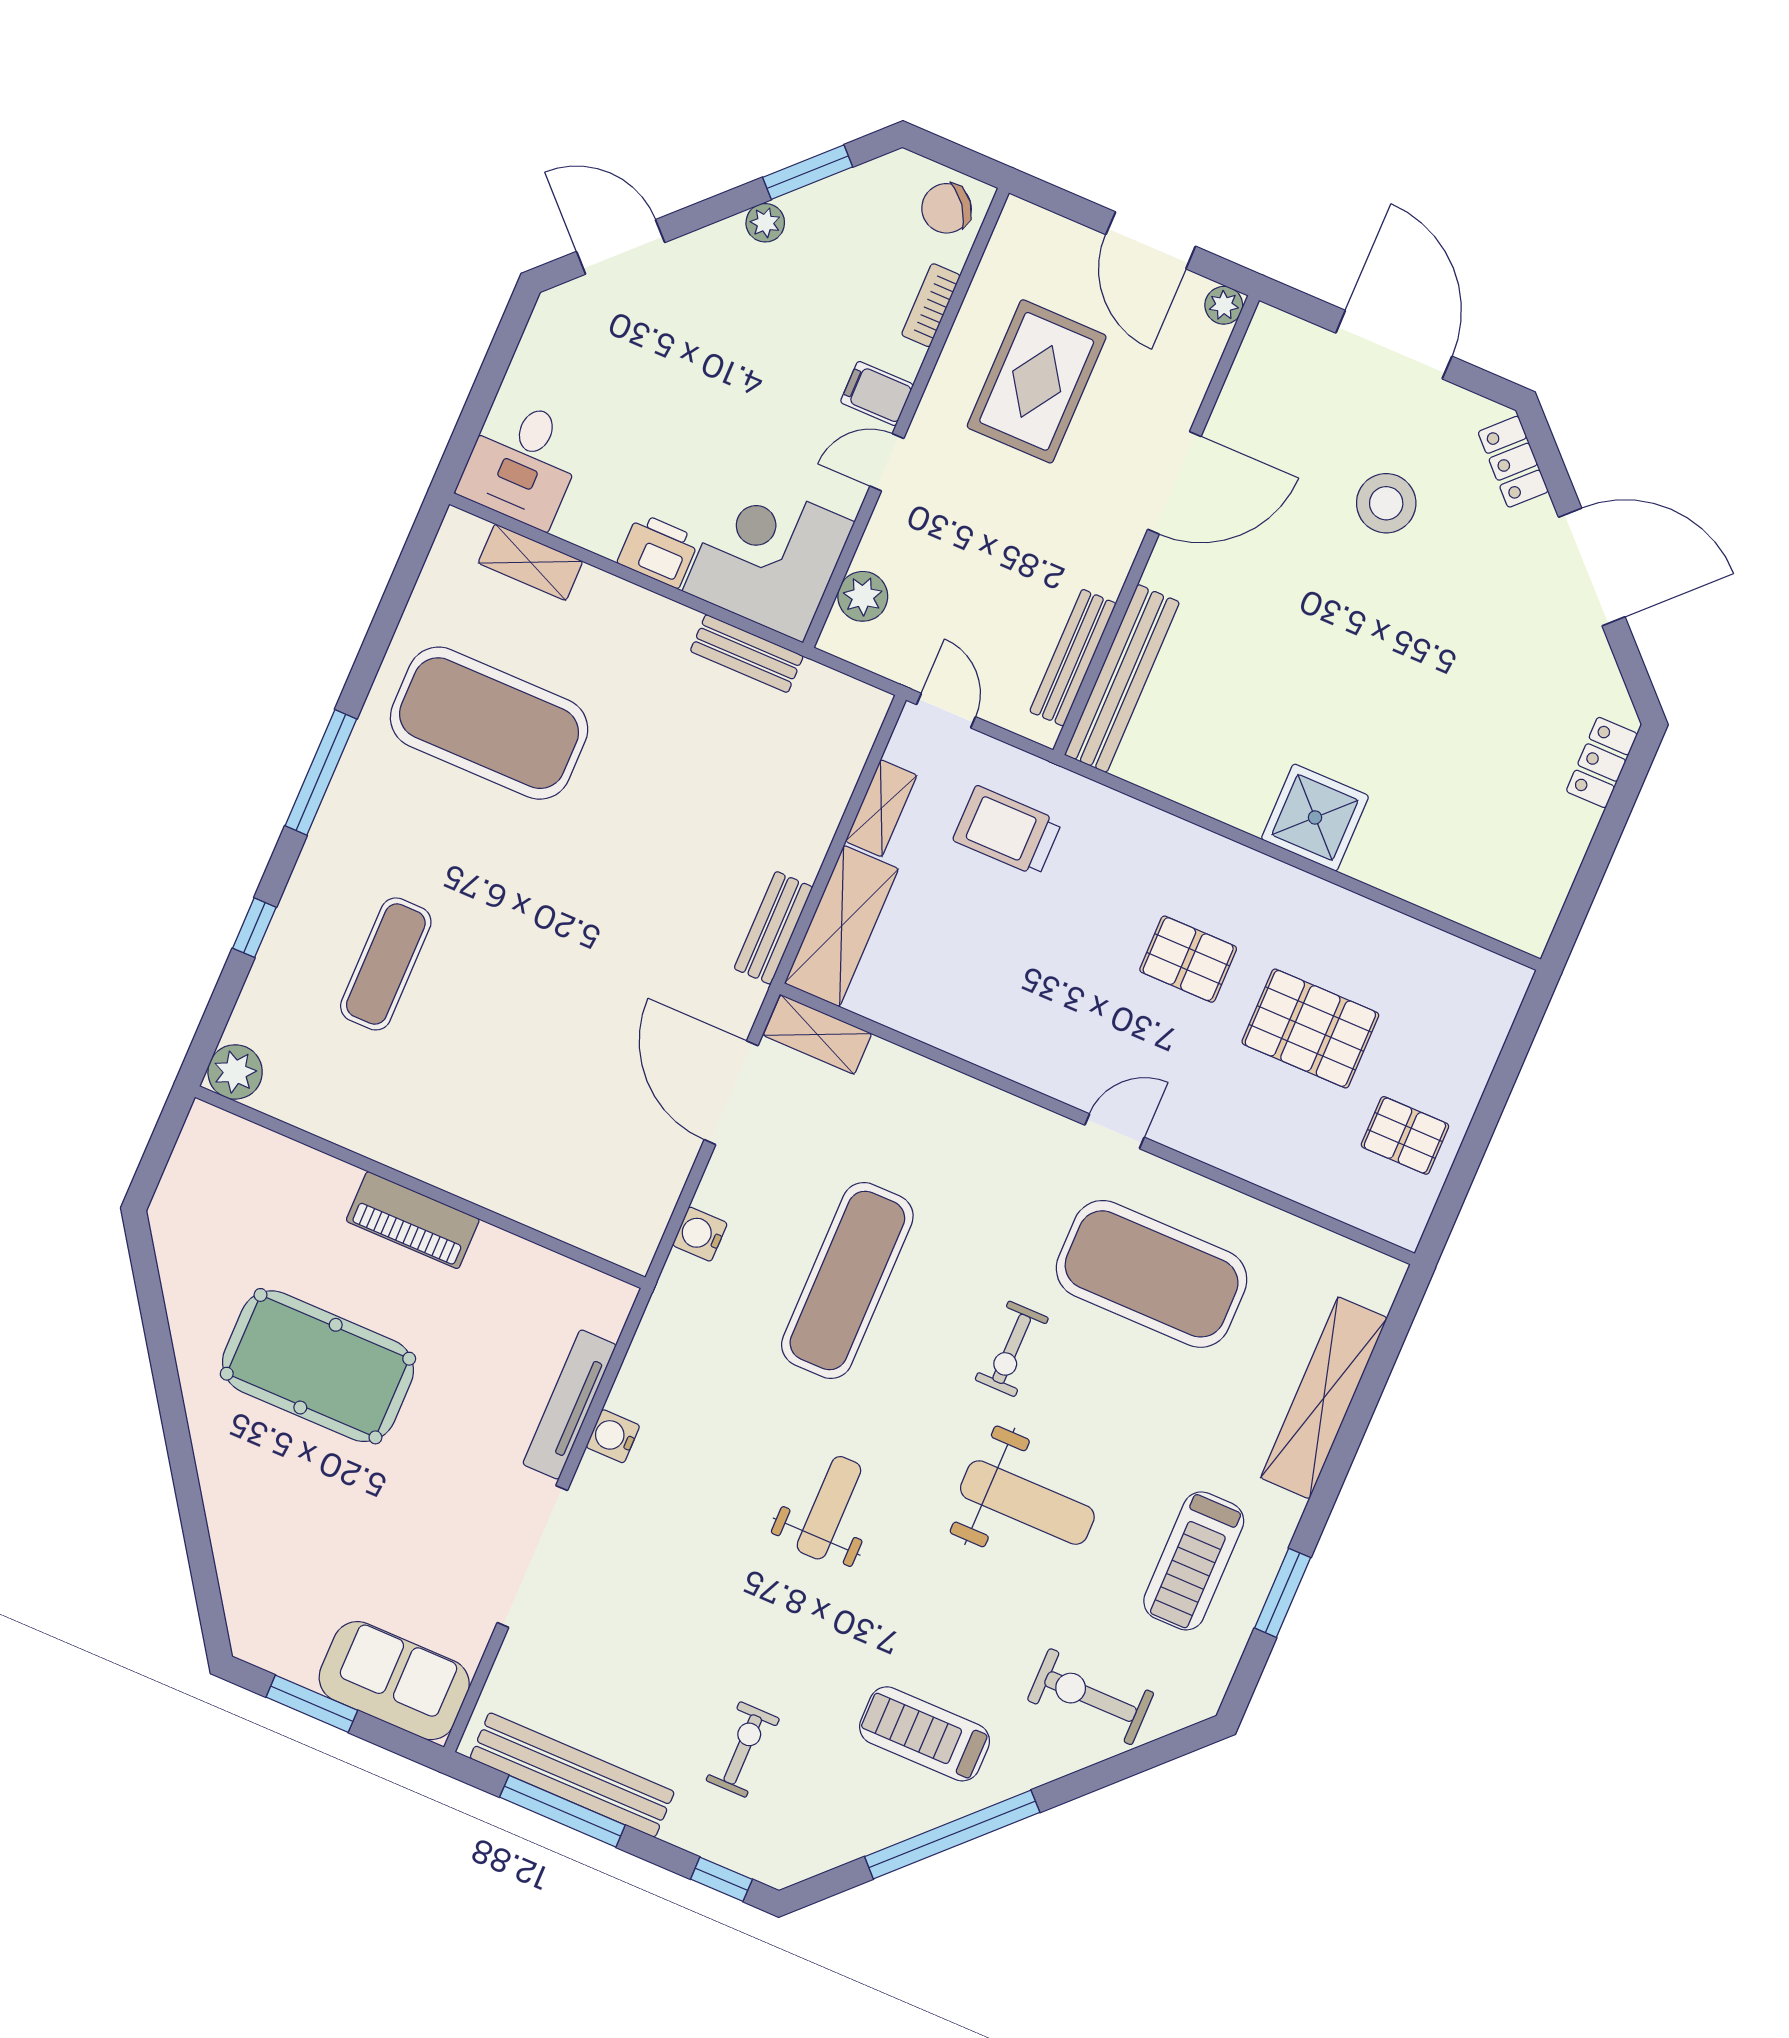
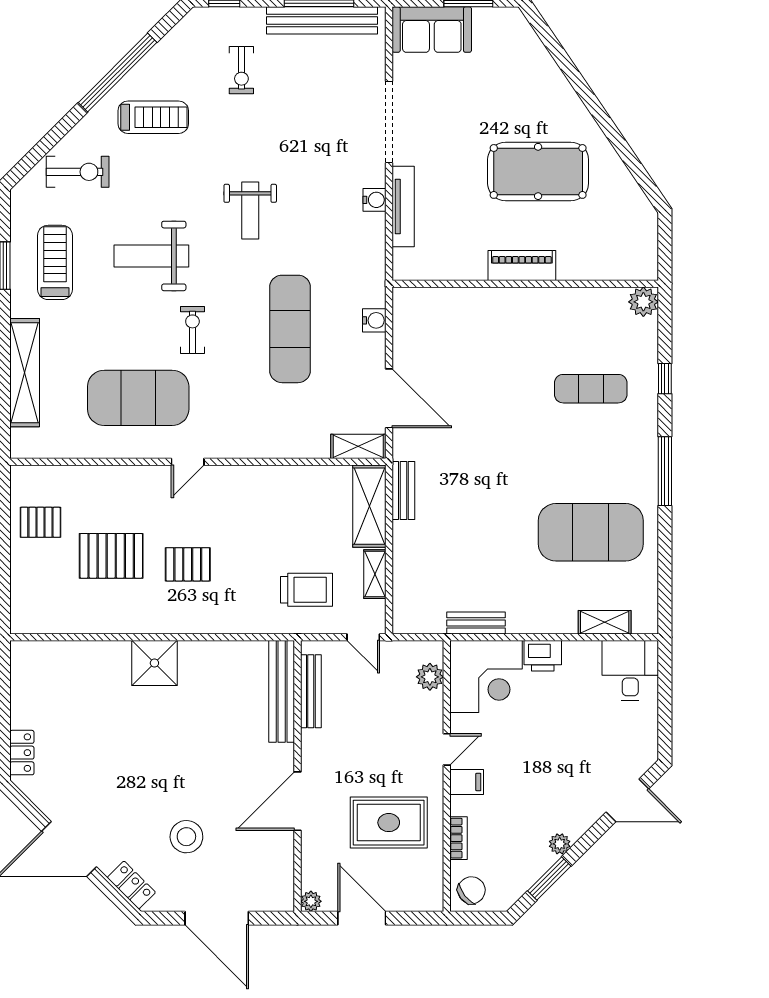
rug: (1037, 381) -> (389, 823), turned 90
exercise mat: (386, 964) -> (591, 389), turned 90

